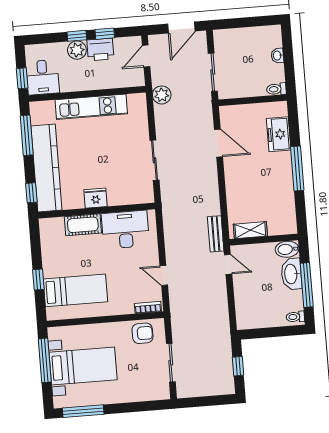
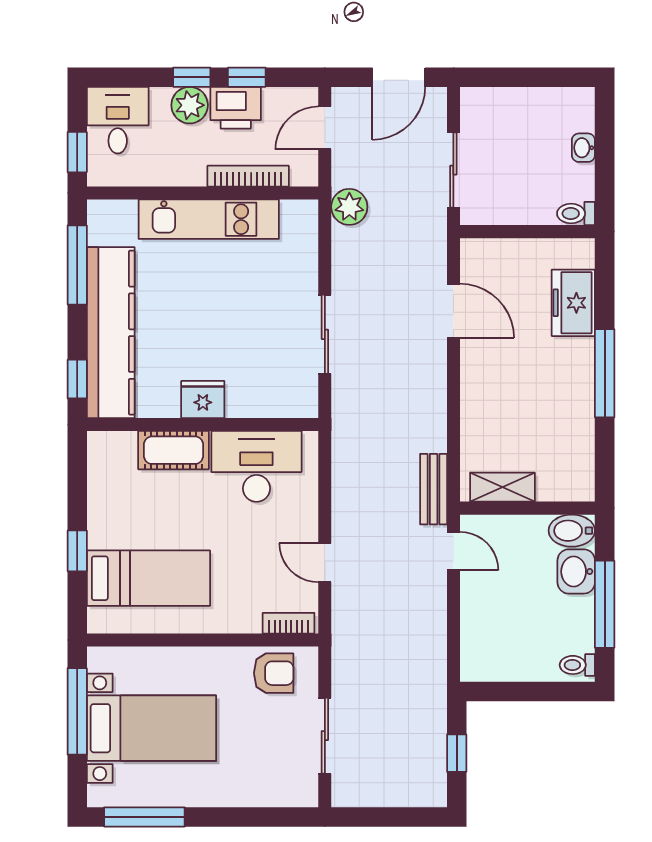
desk: (43, 77) -> (118, 120), moved, turned 180
bookcase: (109, 84) -> (248, 176), added
washbasin: (291, 274) -> (576, 571), width x0.72

